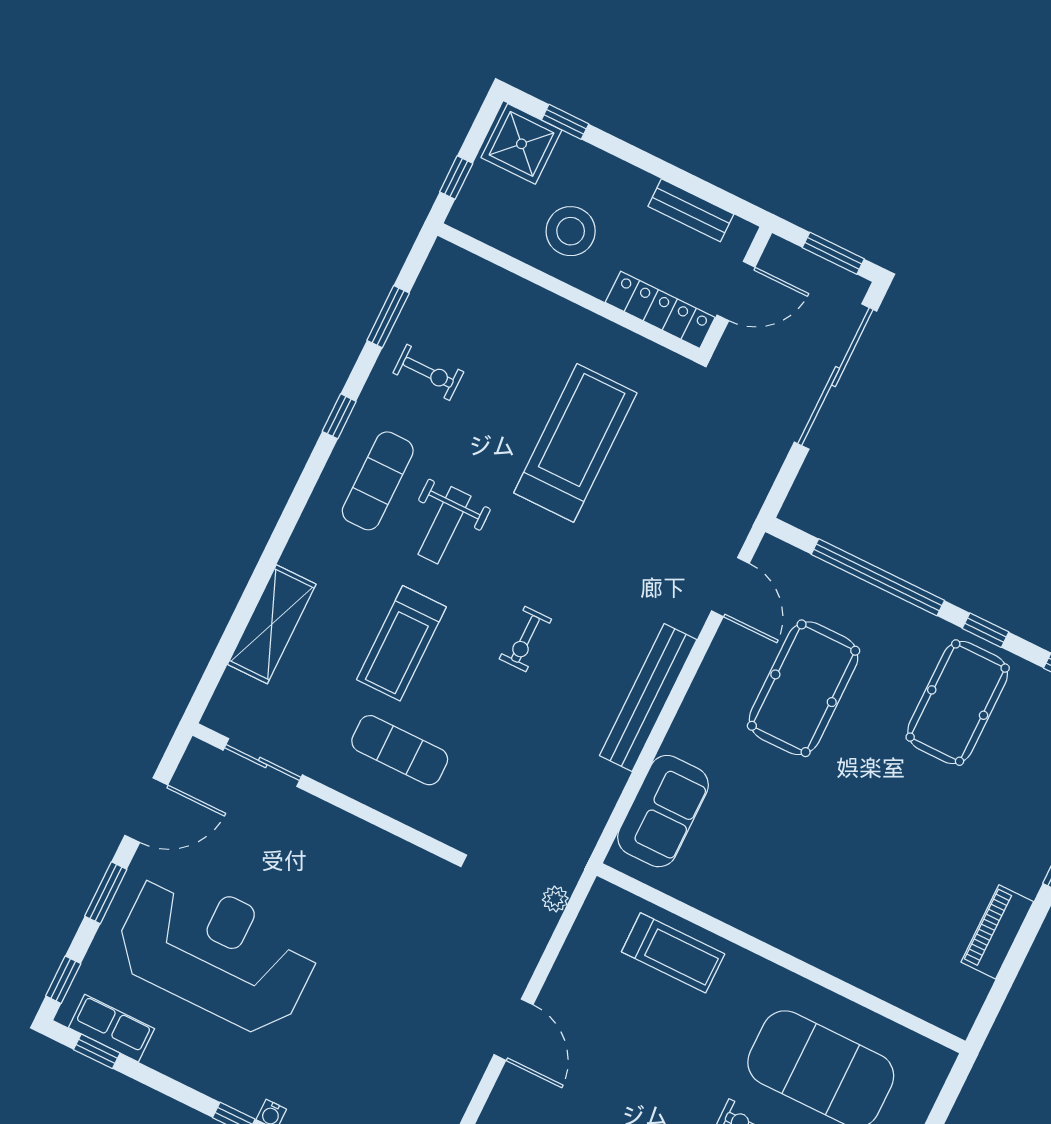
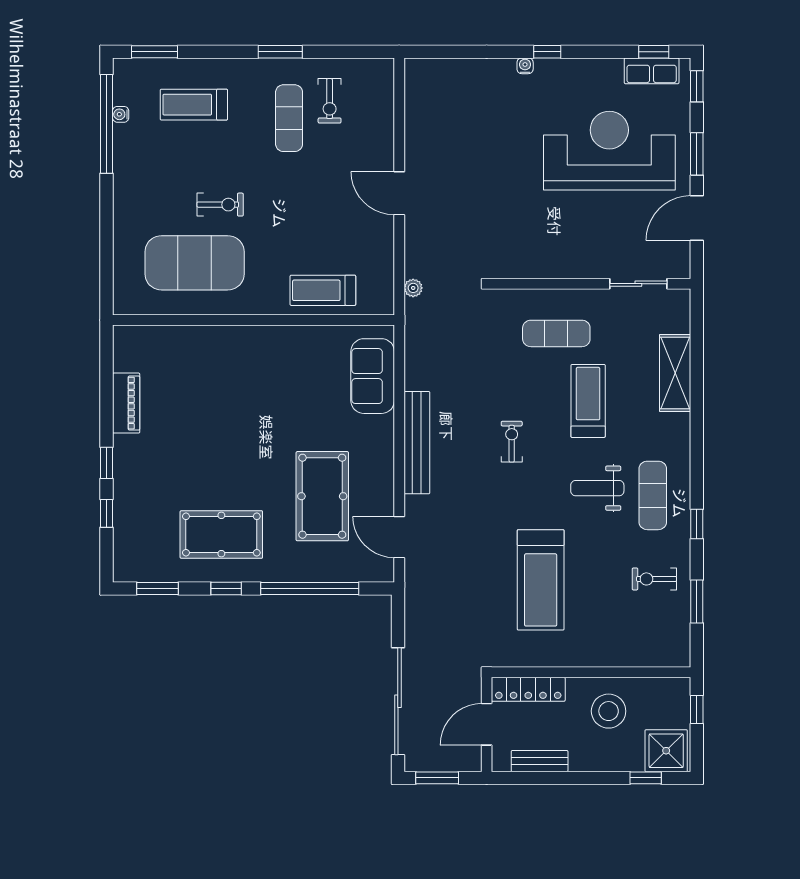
weight bench: (444, 525) -> (597, 488), turned -90
pool table: (958, 703) -> (221, 535), turned 90
reception desk: (216, 952) -> (609, 151), turned 180

